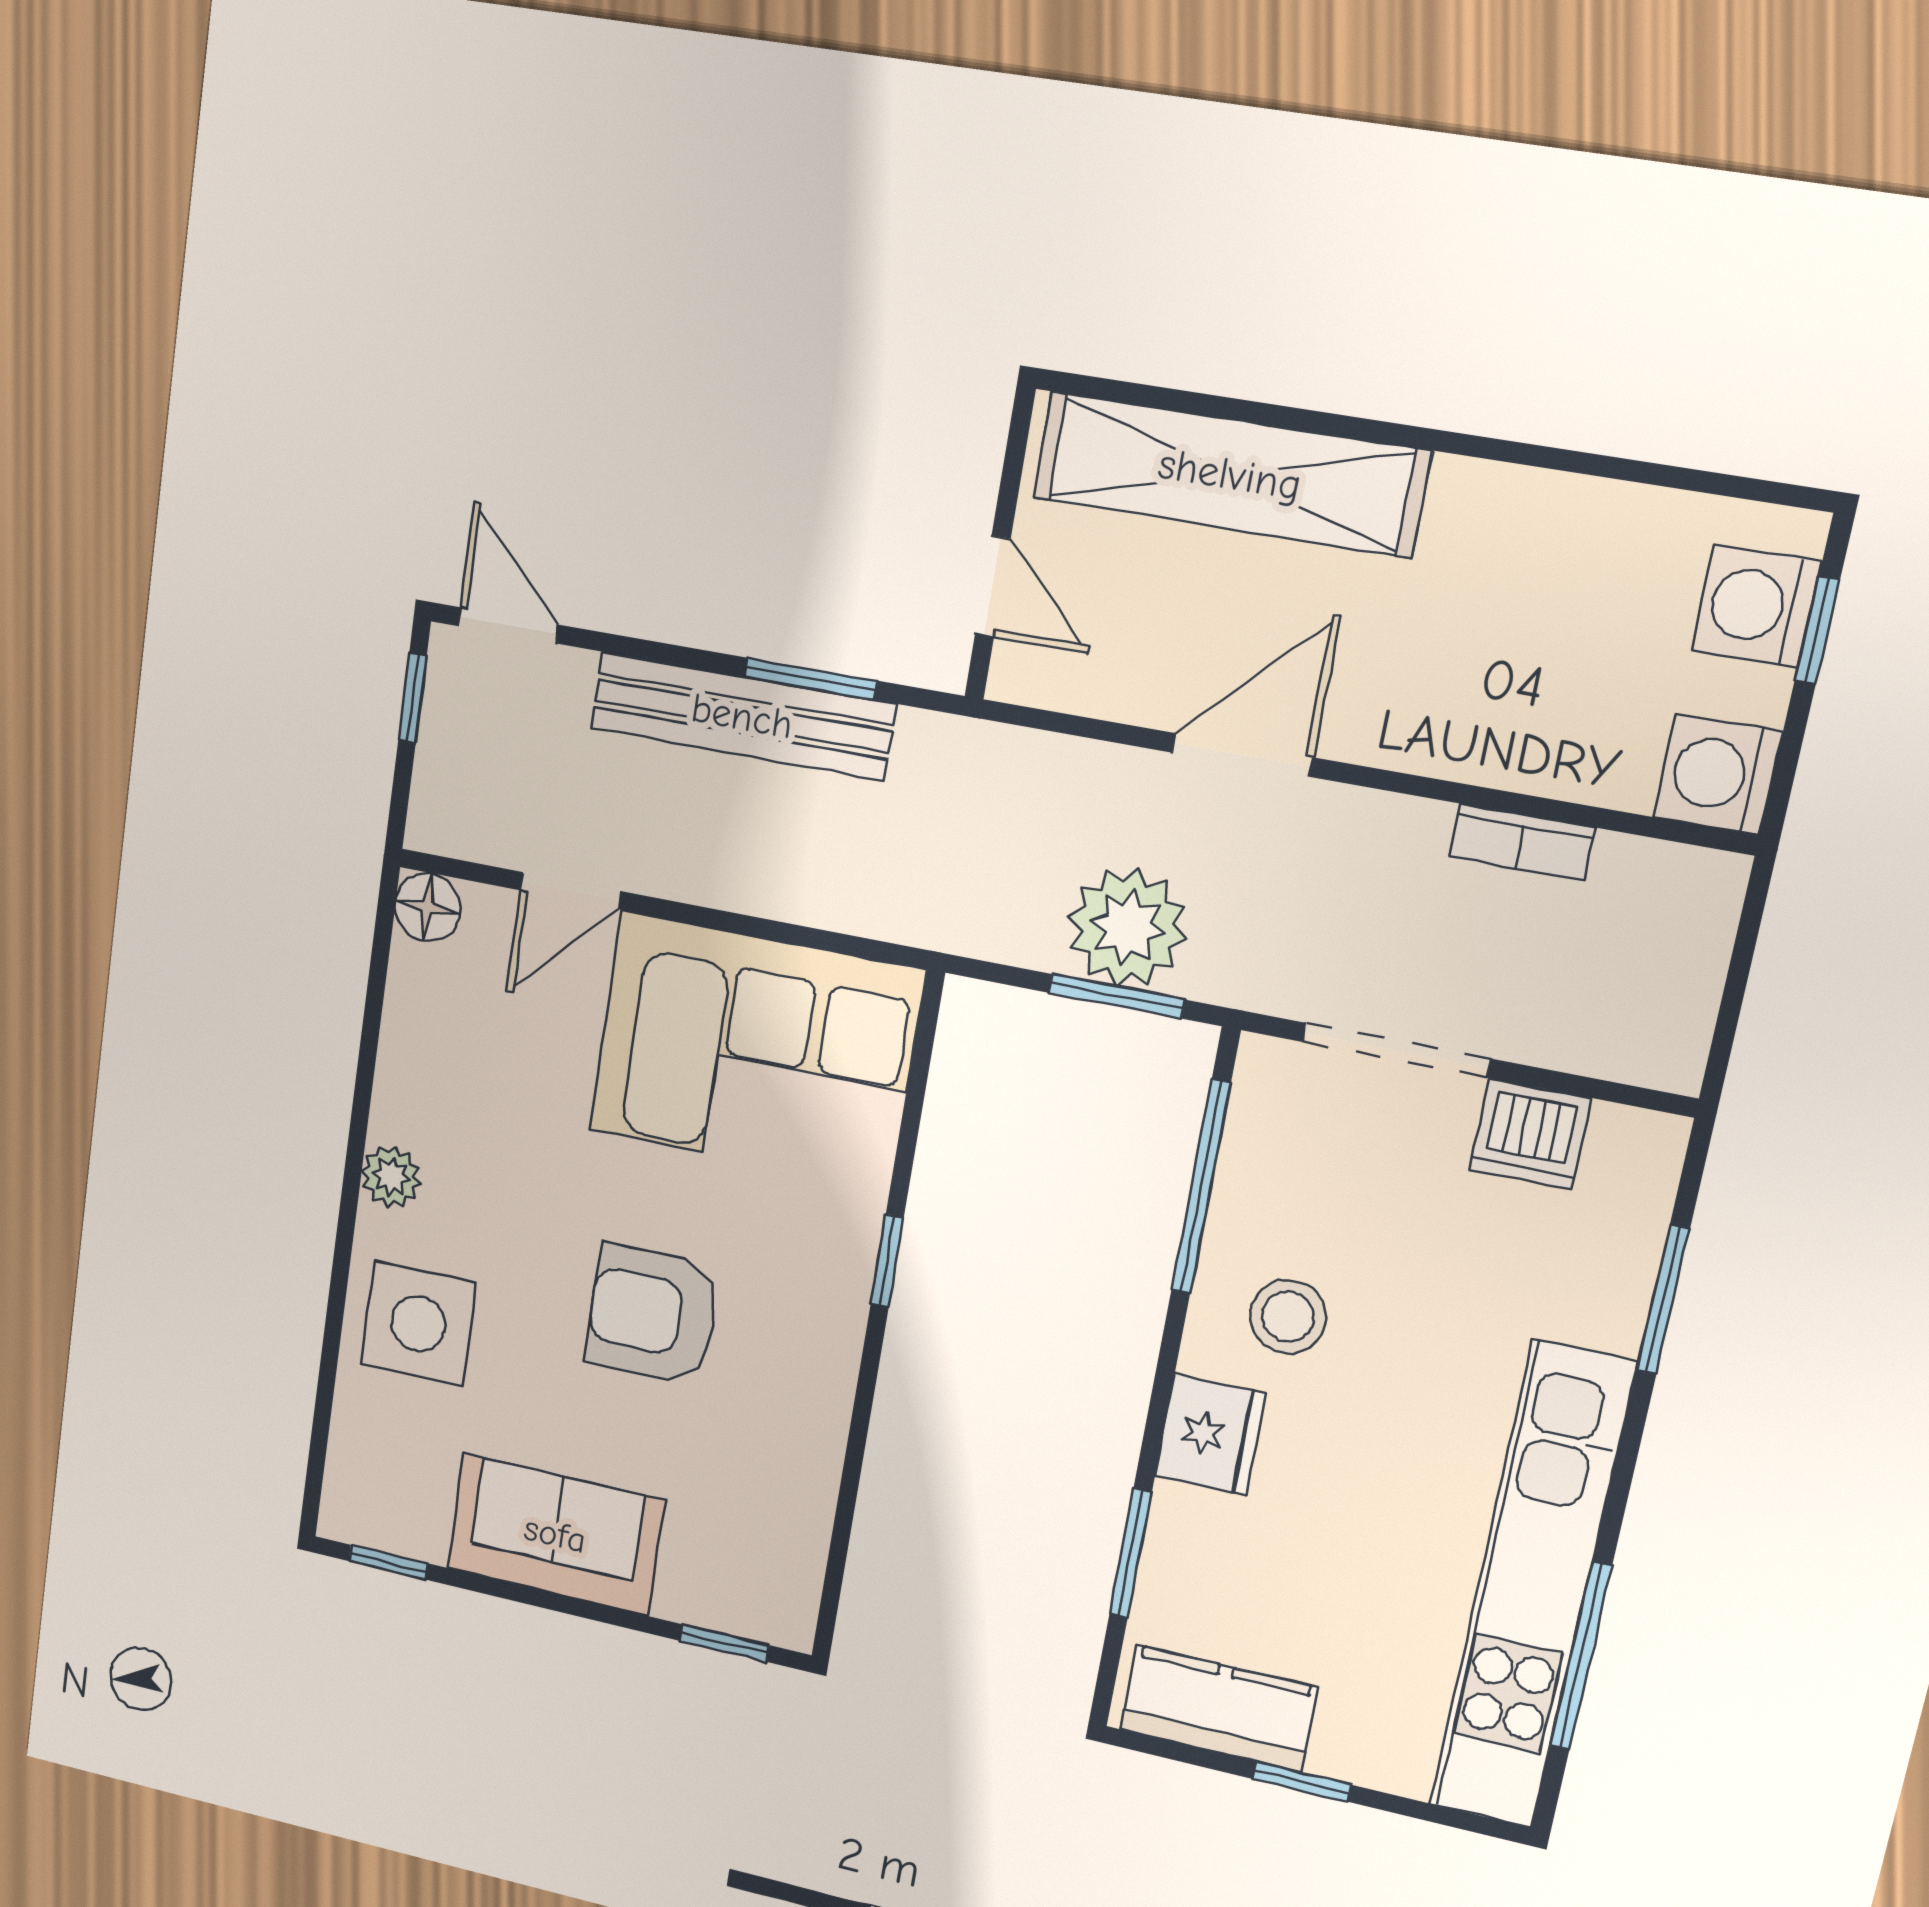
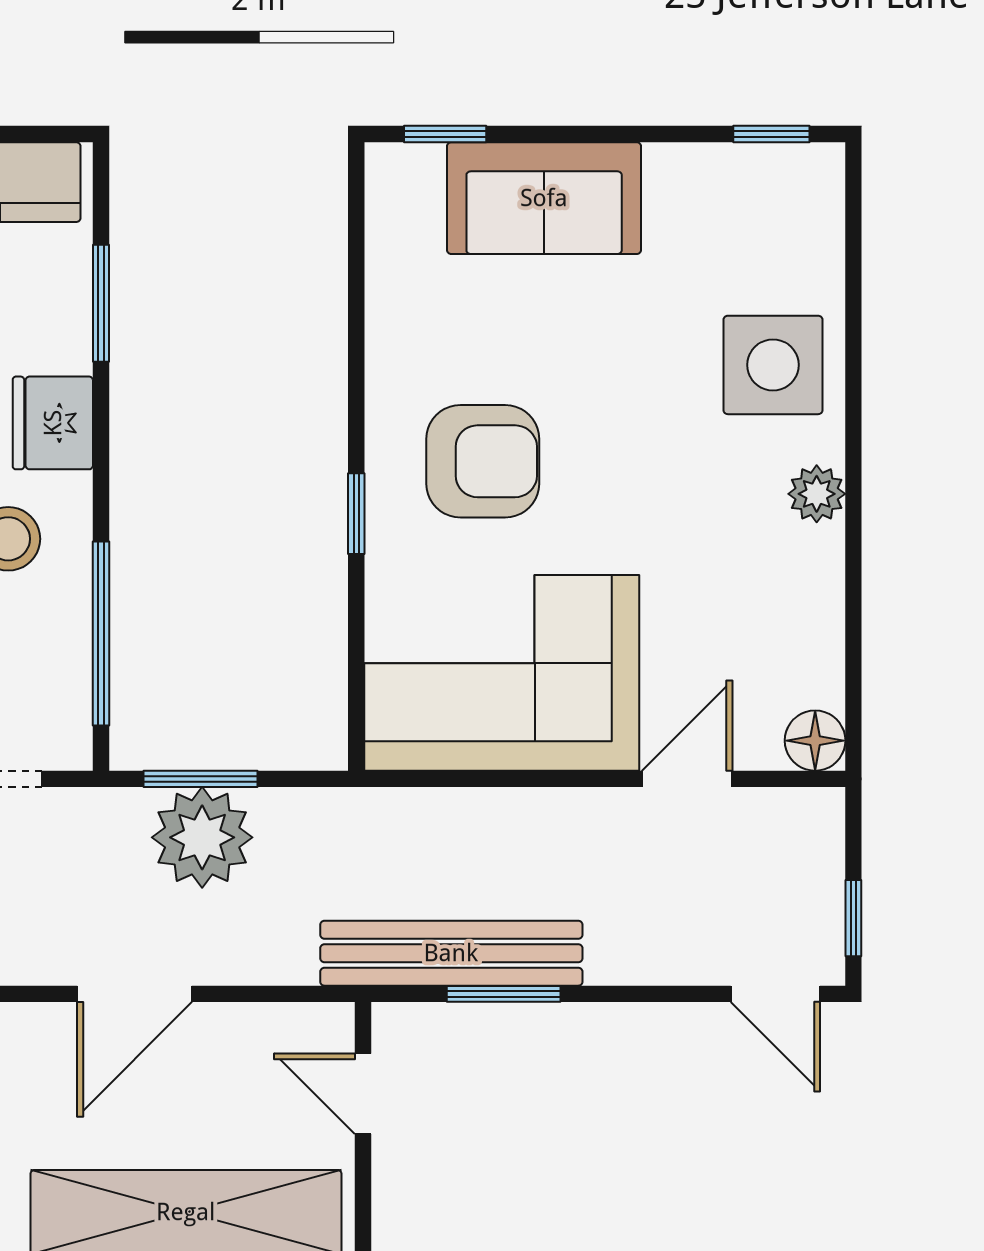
bench: (742, 716) -> (451, 953), moved
armchair: (653, 1314) -> (483, 461), moved
sofa: (555, 1534) -> (544, 198), moved

